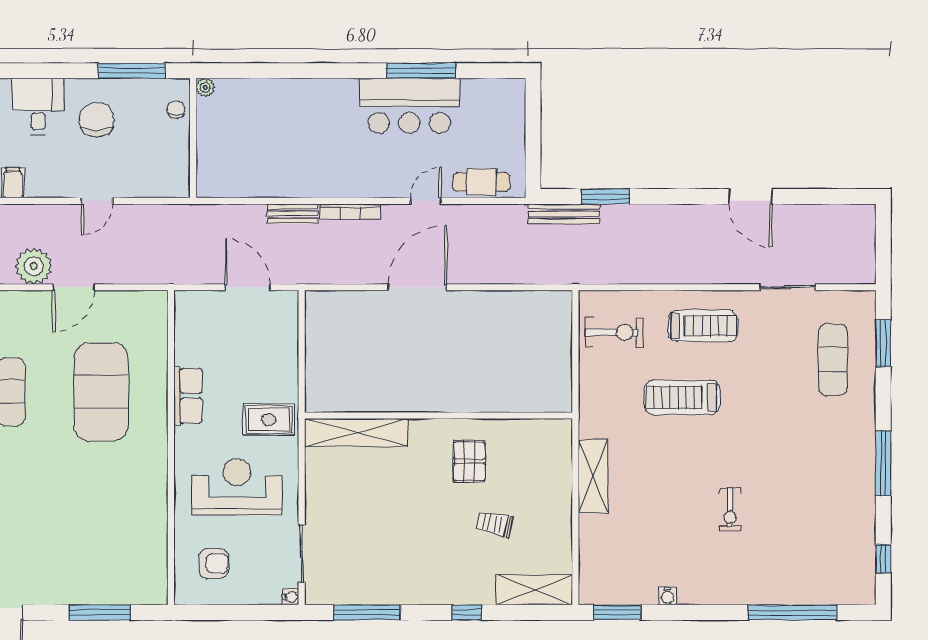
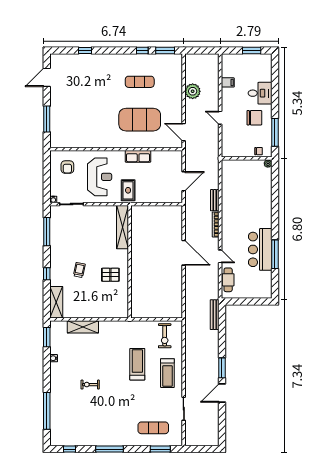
window: (605, 197) -> (222, 368), moved
door: (73, 287) -> (184, 132), moved
shelving: (593, 476) -> (83, 327), moved
trolley: (495, 524) -> (79, 270), moved

